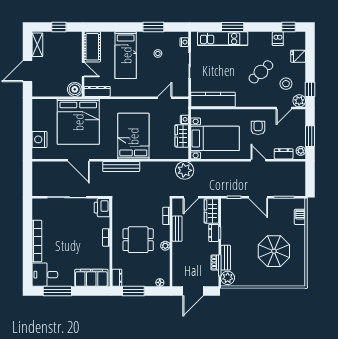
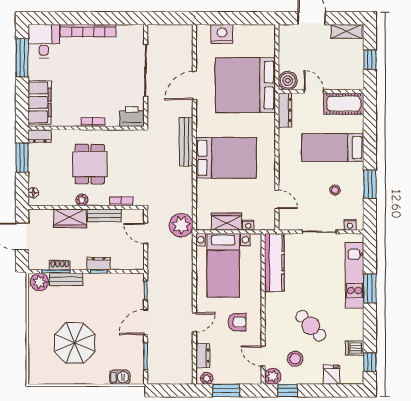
door: (83, 70) -> (314, 92), swing flipped
wardrobe: (211, 211) -> (70, 218), moved, turned 180

